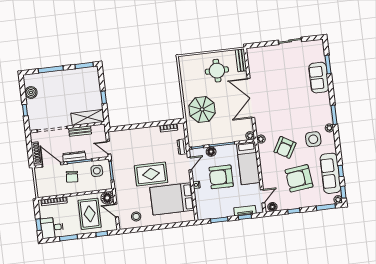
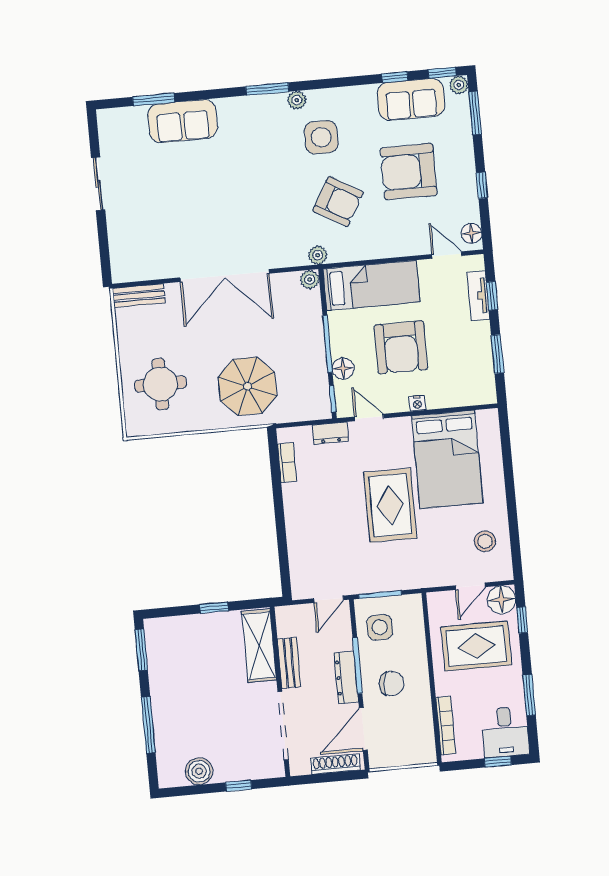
round table: (217, 71) -> (160, 384), moved
sofa: (330, 173) -> (411, 99), width x0.73
armchair: (299, 178) -> (409, 172), turned 97
floor lamp: (107, 198) -> (502, 600), moved

